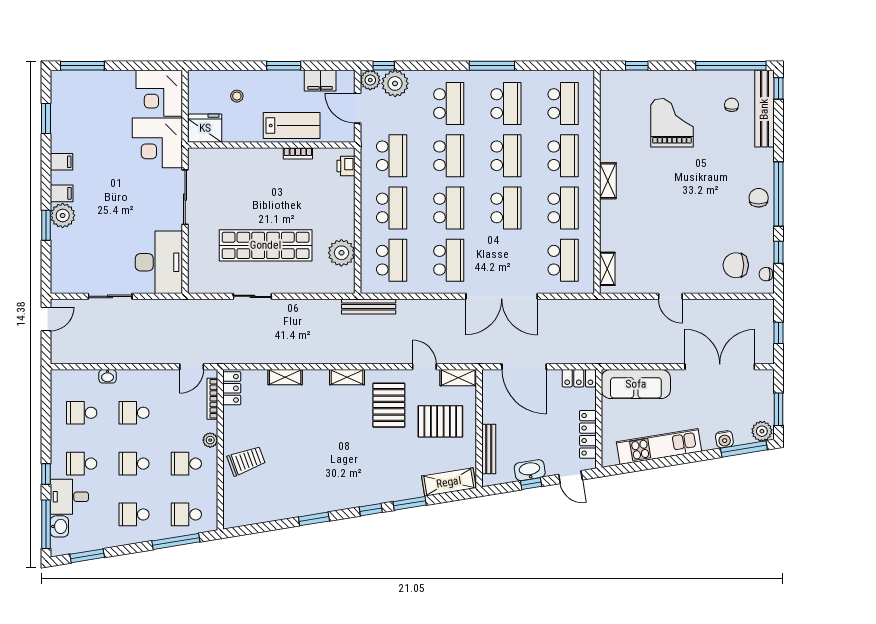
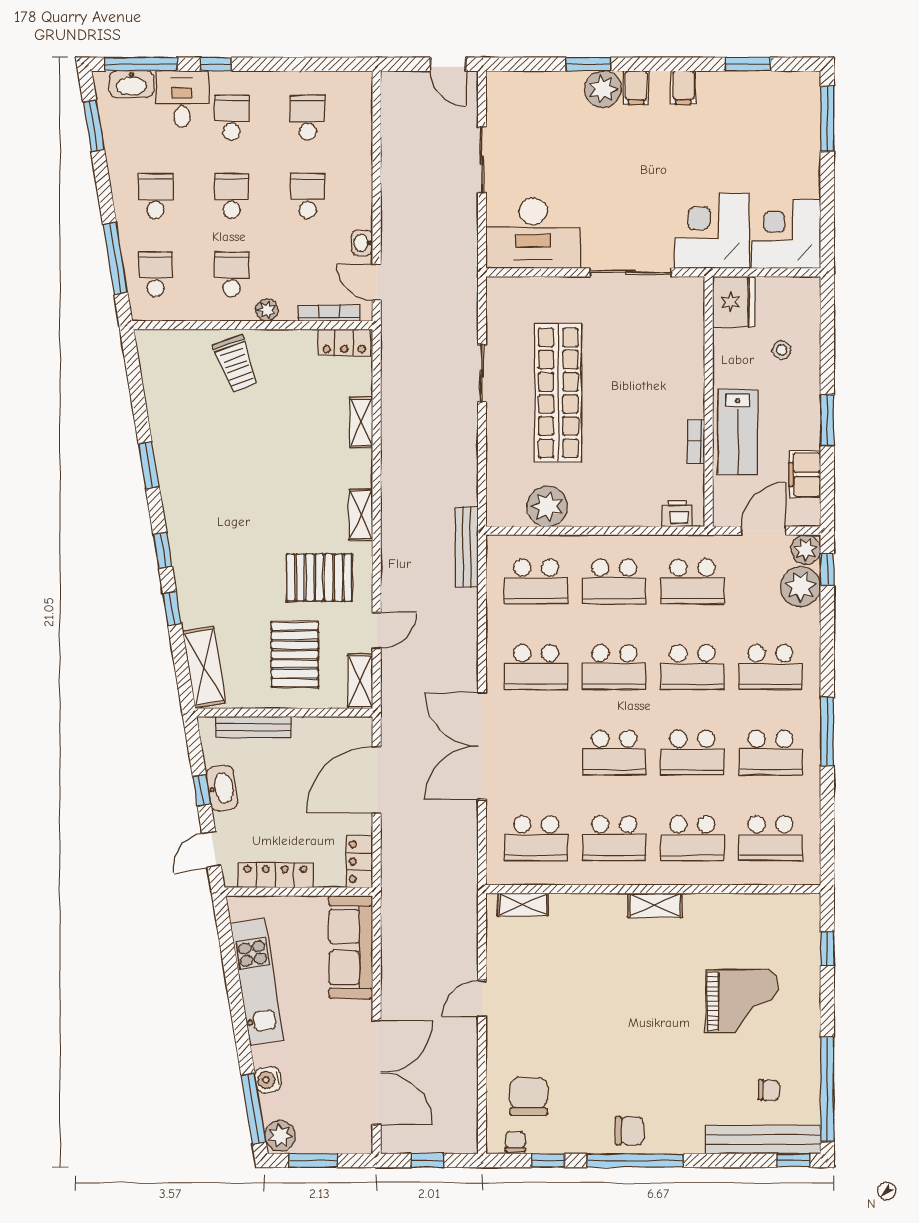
washbasin: (108, 376) -> (362, 243), moved
window: (410, 503) -> (172, 608), width x0.67
washbasin: (59, 526) -> (131, 84), width x1.38

